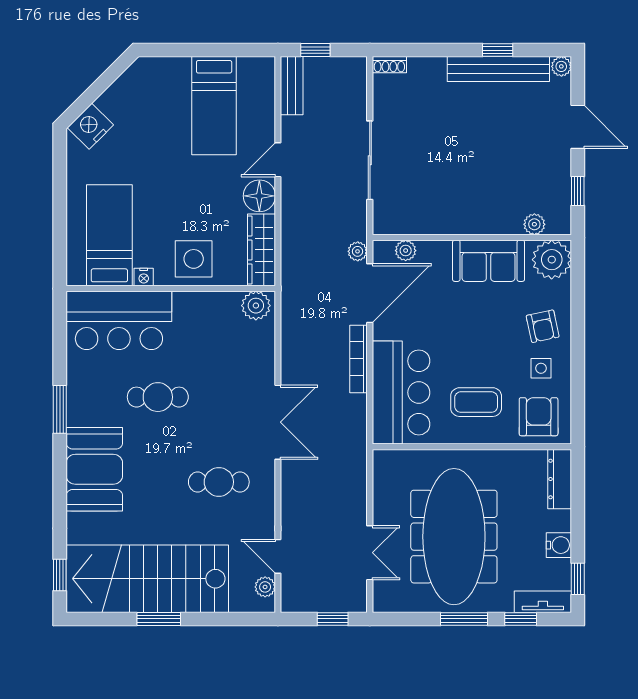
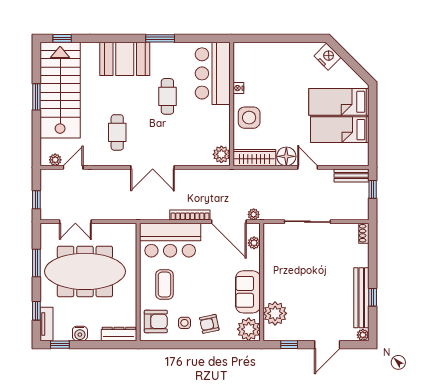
plant: (534, 224) -> (275, 313), width x1.88, depth x1.88
bed: (109, 235) -> (339, 102), moved, turned 180
window: (464, 619) -> (36, 263), moved

